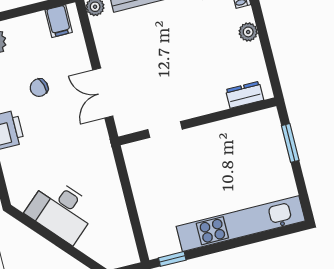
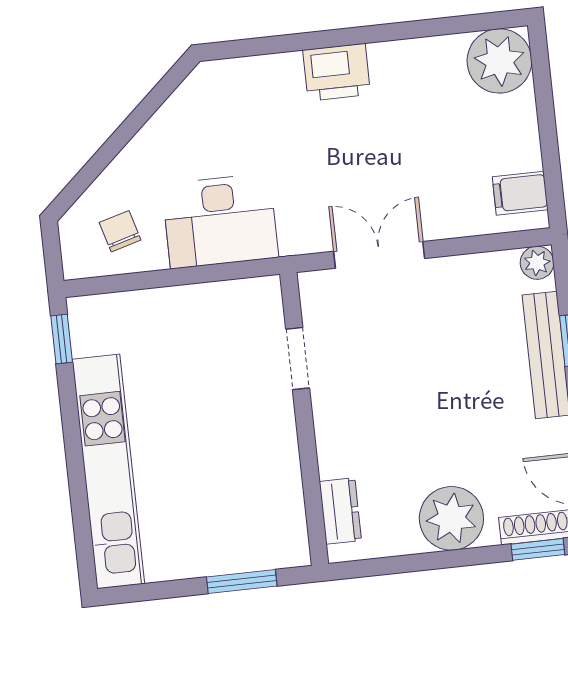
plant: (248, 32) -> (451, 518), width x1.87, depth x1.87
chair: (39, 88) -> (120, 231), moved
desk: (61, 210) -> (220, 221), moved, turned -138

